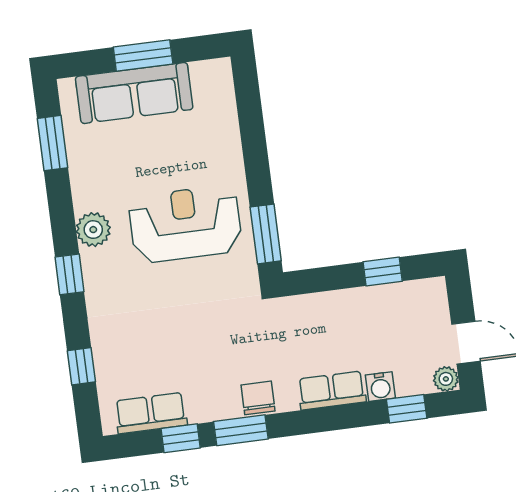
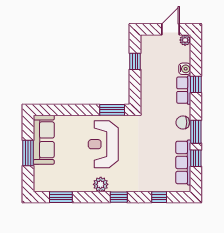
sofa: (134, 93) -> (44, 140), moved
window: (407, 409) -> (196, 84), moved
row of seats: (151, 413) -> (183, 162), width x1.48

